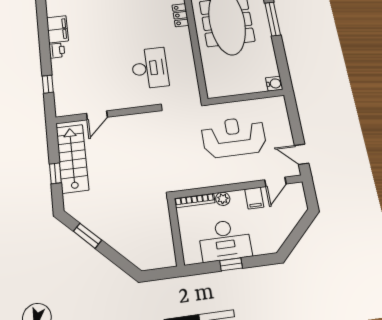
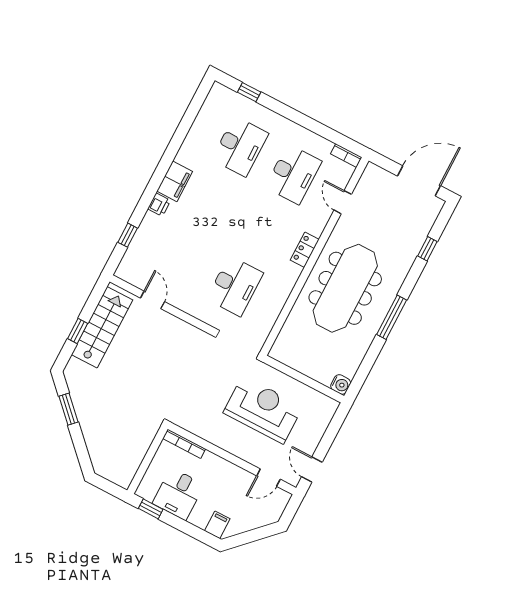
door: (97, 115) -> (152, 300), swing flipped
filing cabinet: (254, 198) -> (217, 525), moved, turned 180
plant: (223, 199) -> (210, 460), removed
desk: (225, 240) -> (178, 494), width x0.73
window: (231, 264) -> (151, 509), moved

